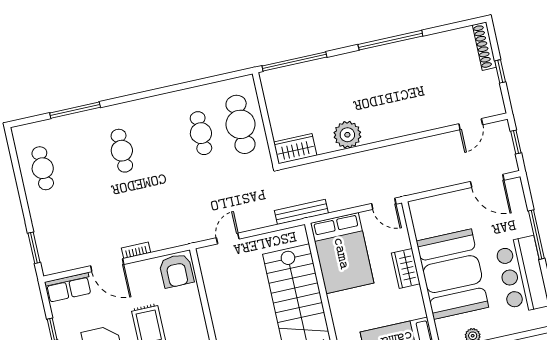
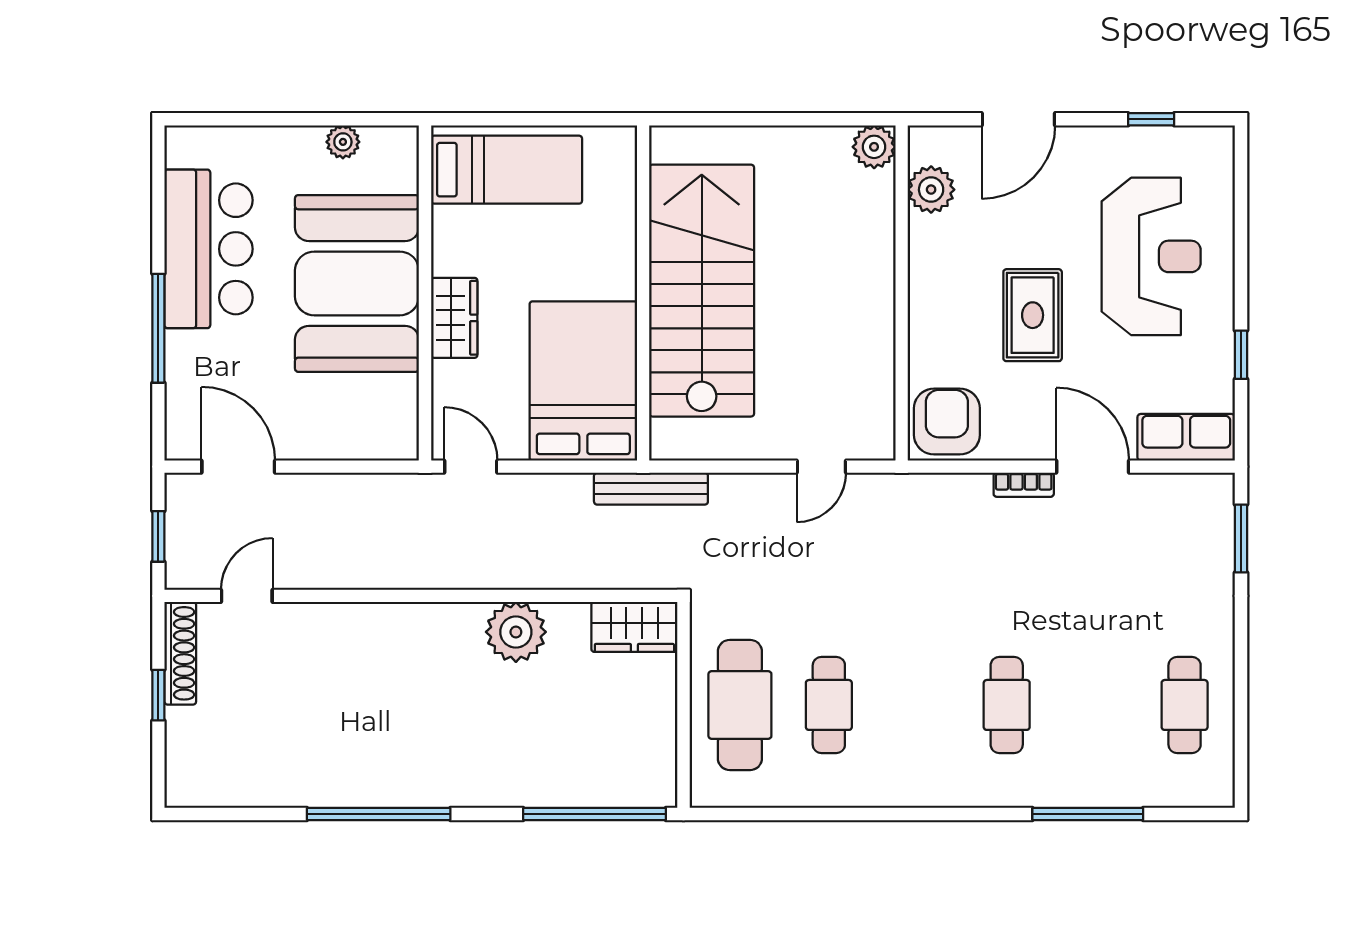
shoe rack: (484, 46) -> (180, 653), moved

